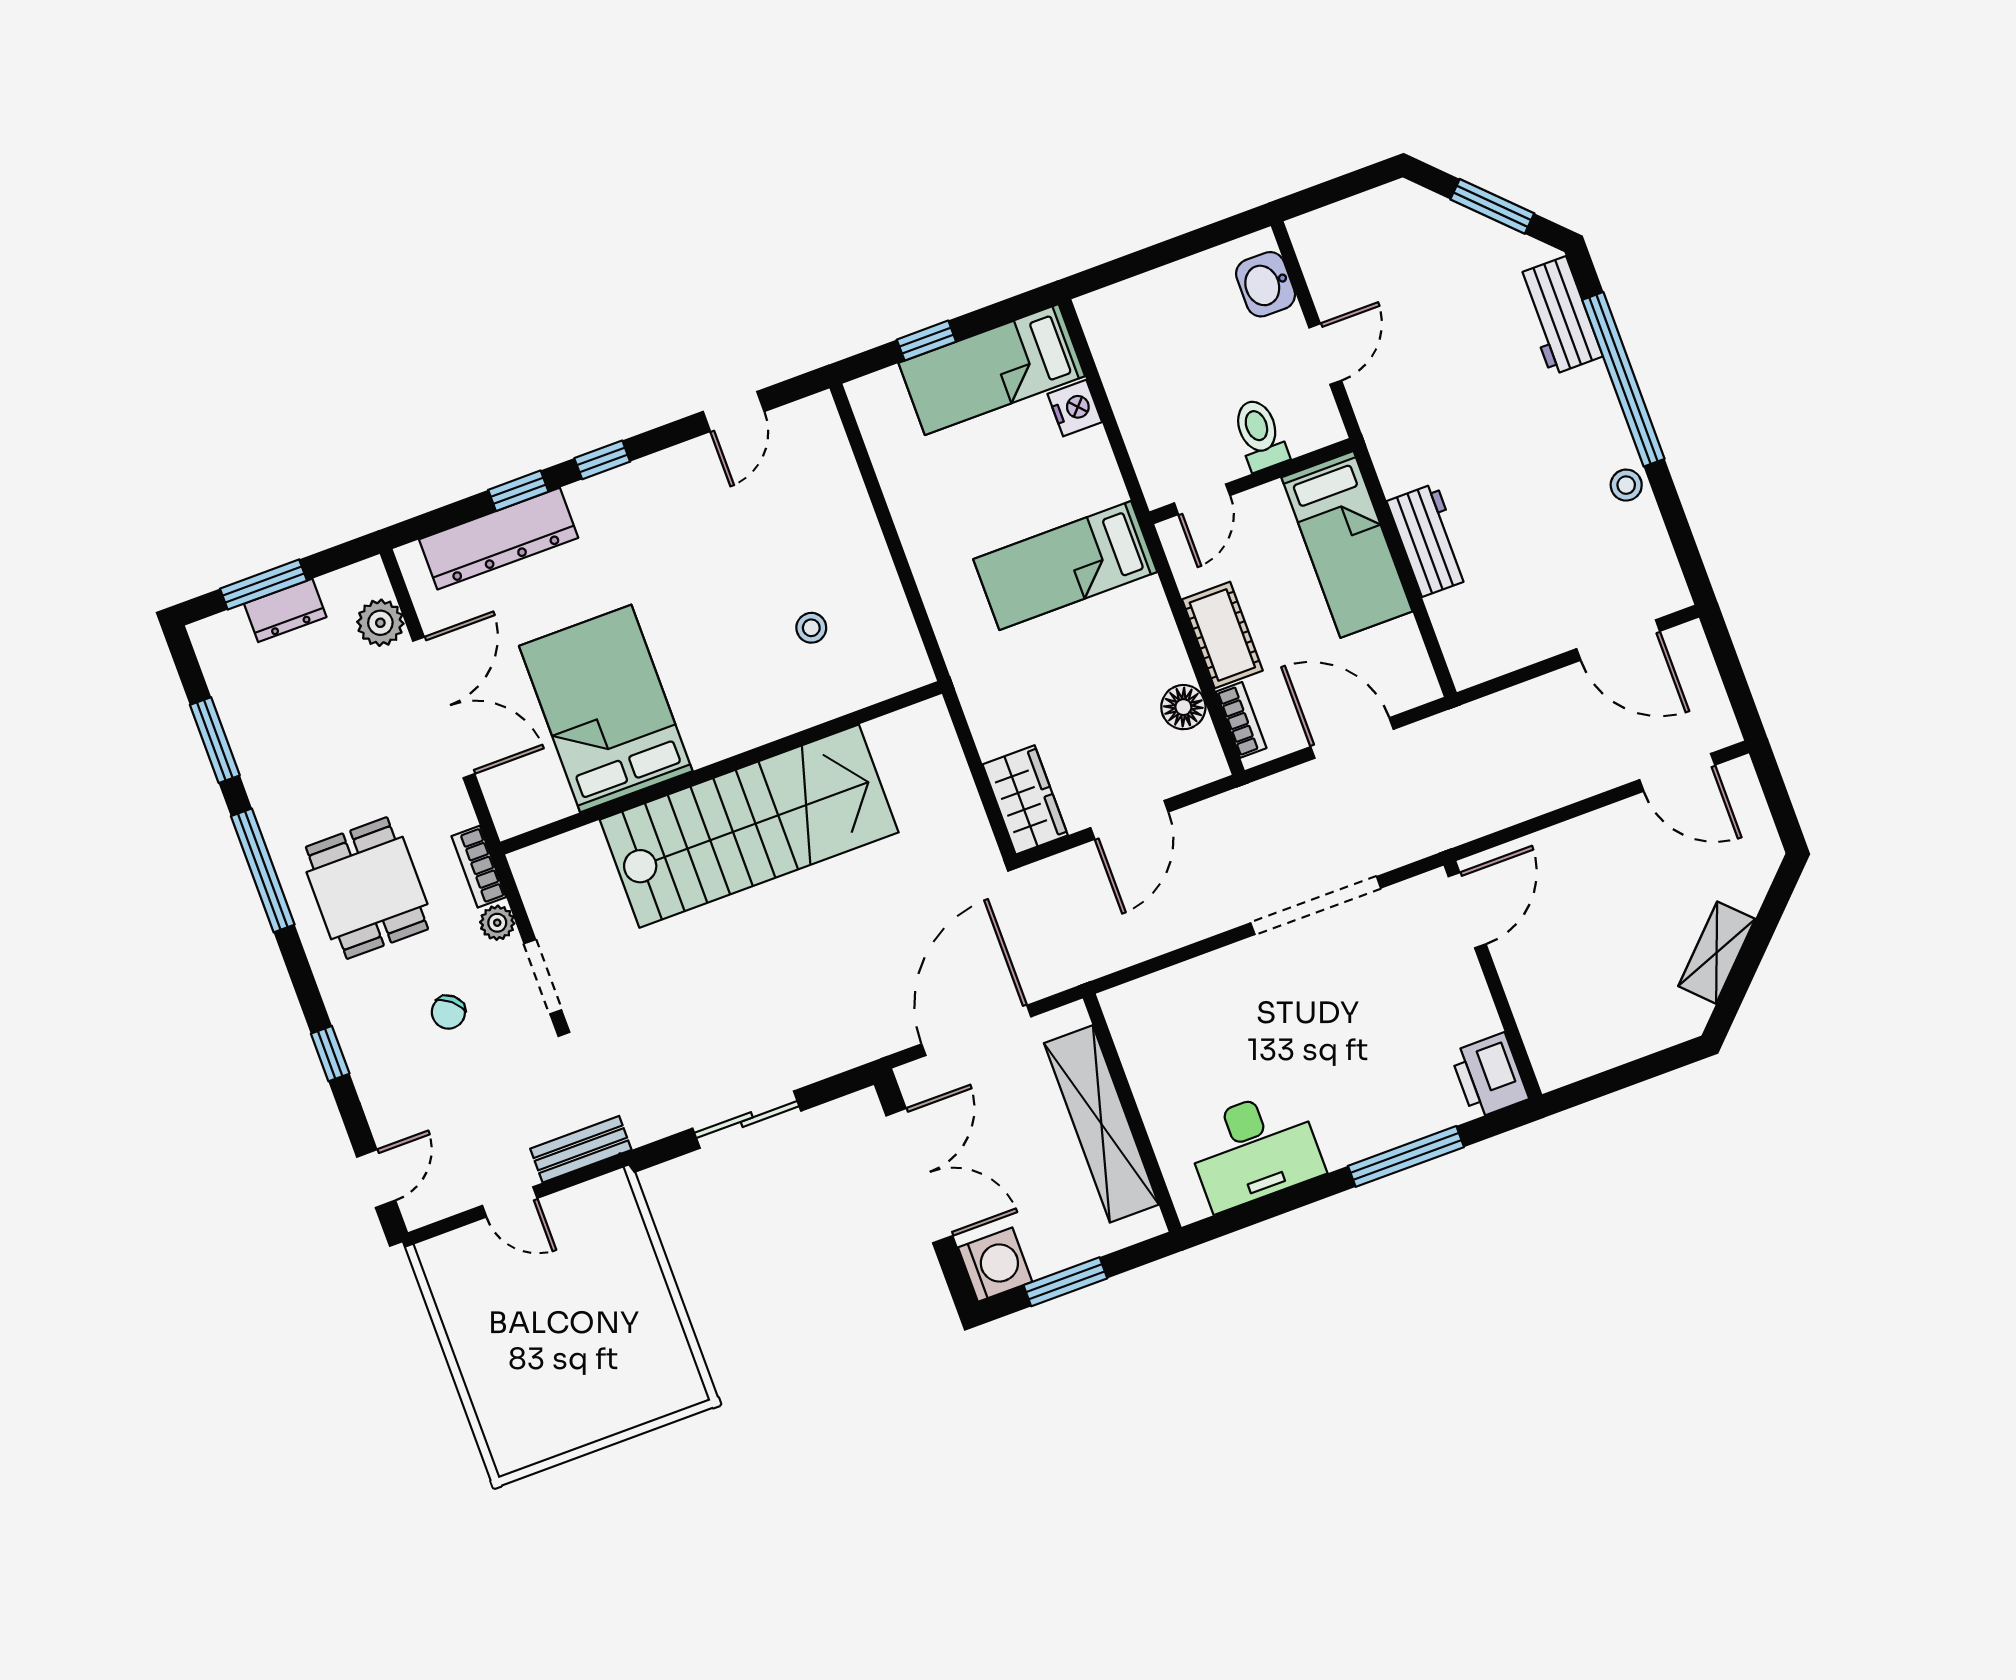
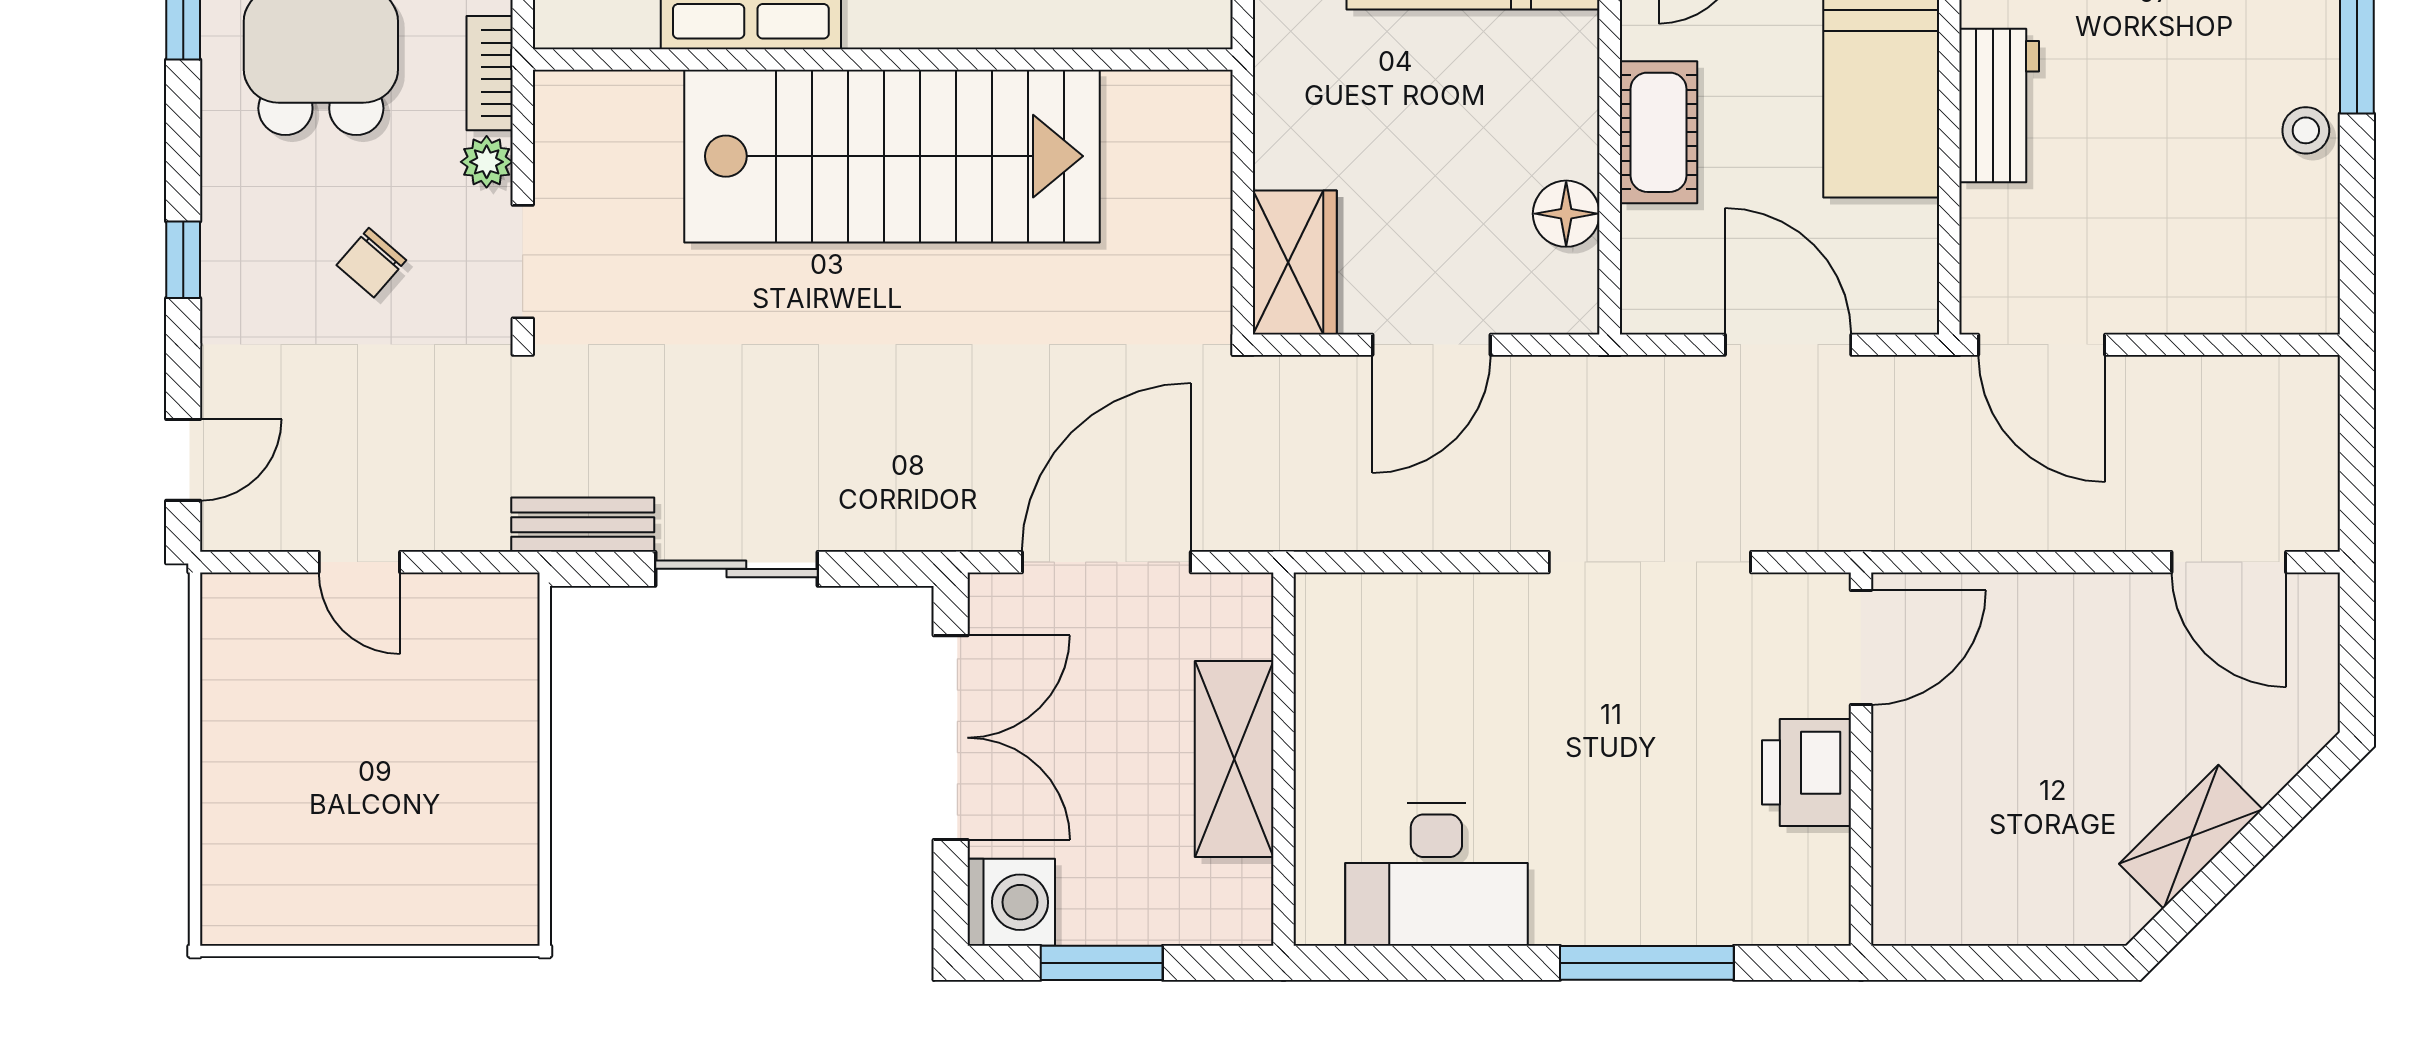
door: (1618, 640) -> (2042, 345), moved
bookcase: (1241, 720) -> (1641, 262), removed
printer: (1489, 1076) -> (1806, 772), moved
shelving: (1101, 1124) -> (1234, 759), width x0.68
bench: (581, 1149) -> (583, 525), moved

